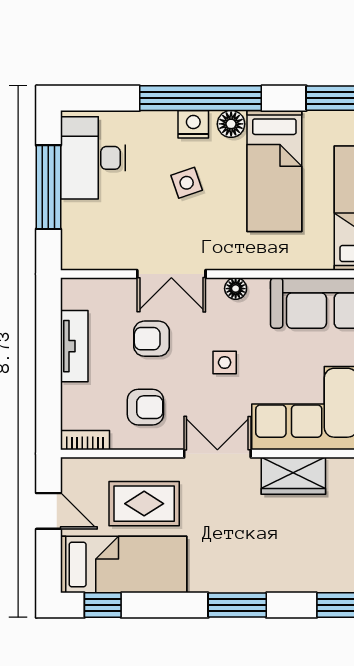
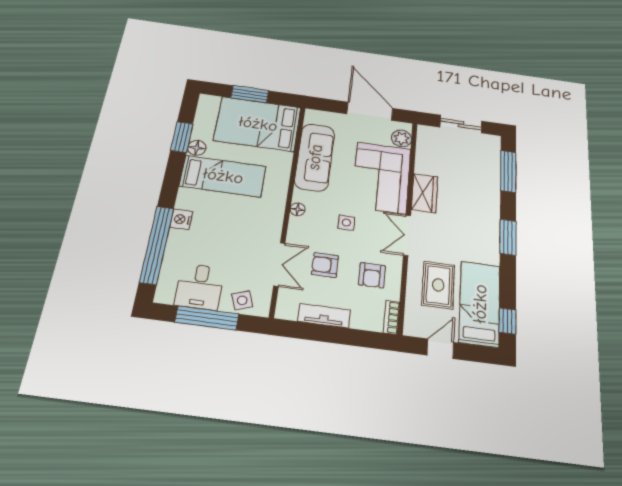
window: (201, 98) -> (157, 245), moved
floor lamp: (231, 124) -> (197, 148), moved
desk: (93, 158) -> (200, 287), width x0.73
side table: (187, 183) -> (242, 300), moved
double door: (171, 274) -> (279, 264), moved
armchair: (151, 339) -> (325, 265), turned 90
armchair: (145, 407) -> (372, 275), turned 180

